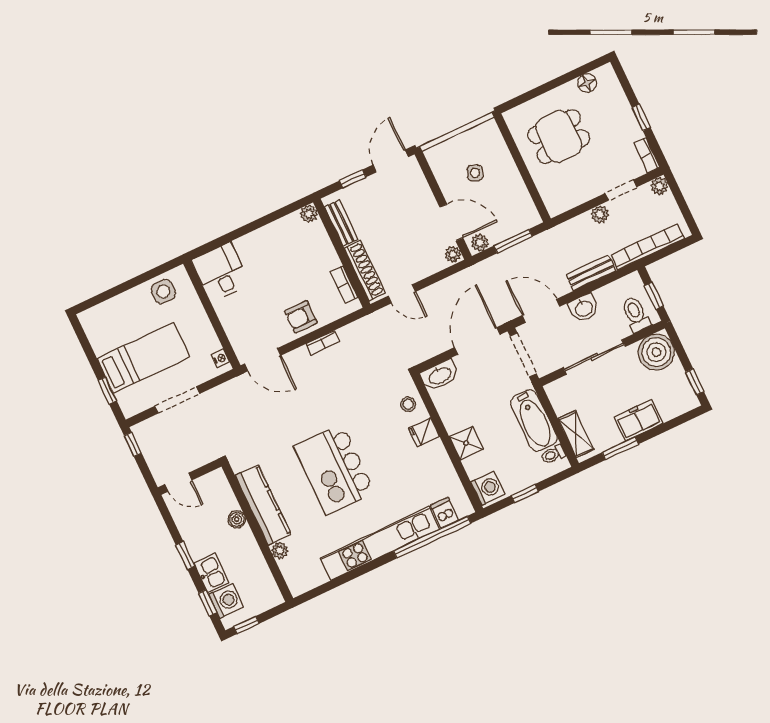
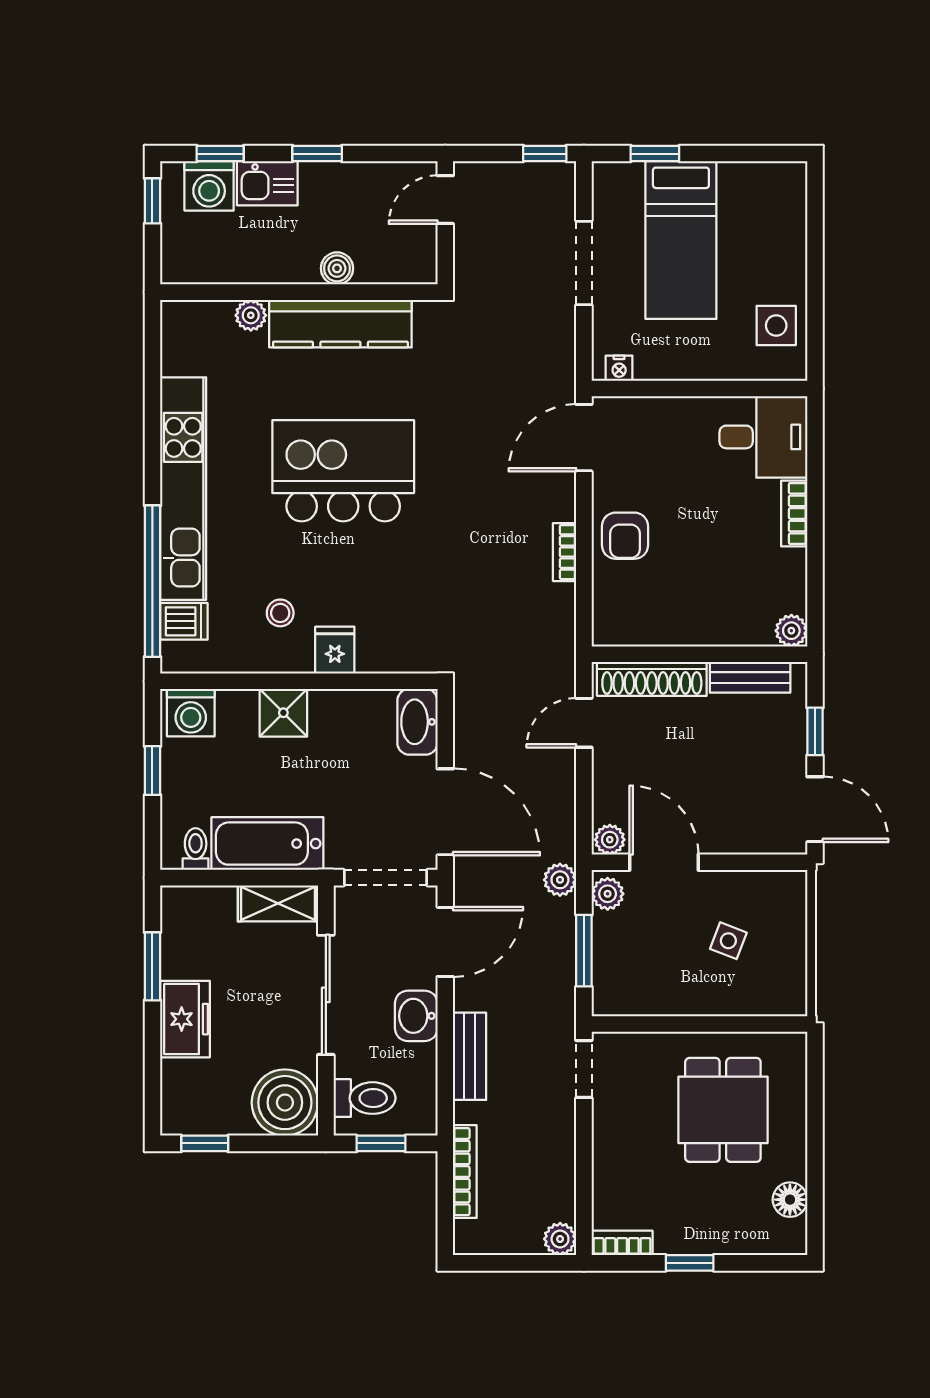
doorway: (621, 190) -> (584, 1069), moved
plant: (600, 214) -> (560, 880), moved
door: (451, 222) -> (664, 862), swing flipped
bookcase: (648, 247) -> (465, 1172), width x0.68, depth x0.76
bookcase: (344, 285) -> (794, 514), moved, turned -90
armchair: (301, 317) -> (625, 536), turned 180
stool: (408, 404) -> (280, 613), moved
shelving: (576, 434) -> (278, 903), moved

